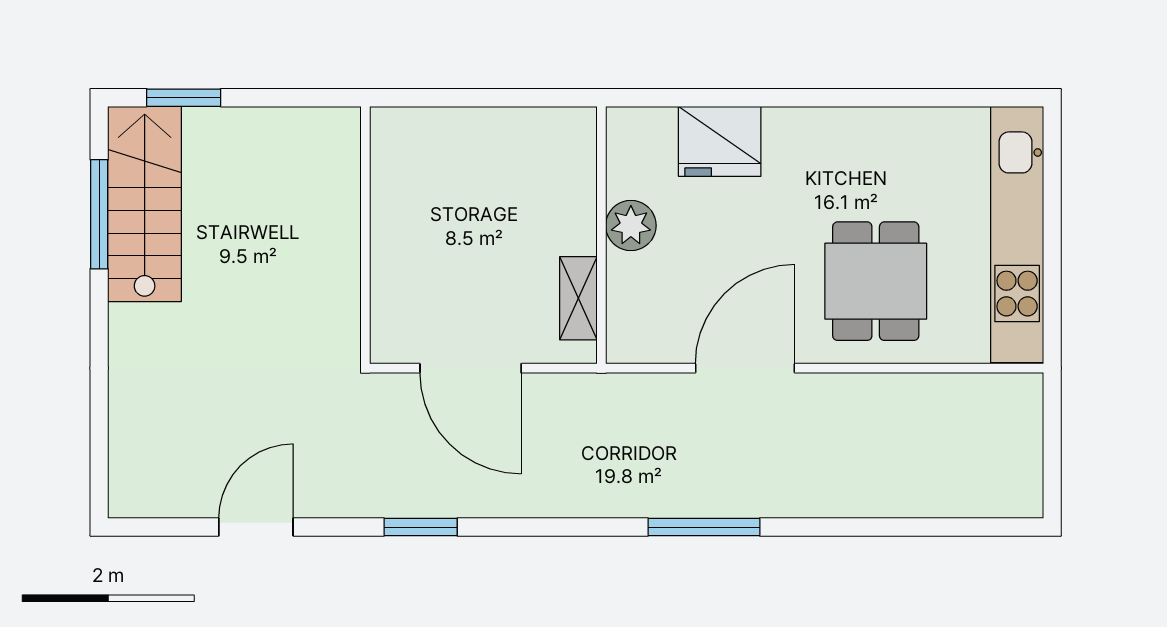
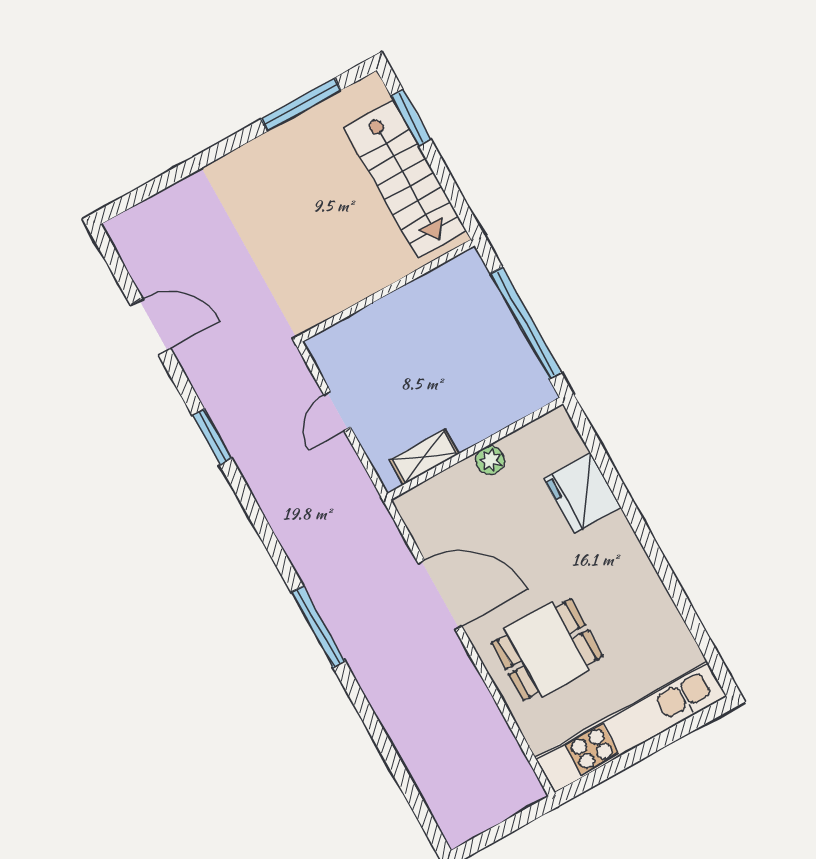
window: (490, 98) -> (526, 323), added
stairs: (145, 204) -> (405, 179), moved, turned 90
plant: (631, 226) -> (490, 460), width x0.73, depth x0.73
door: (471, 368) -> (337, 411), width x0.53

